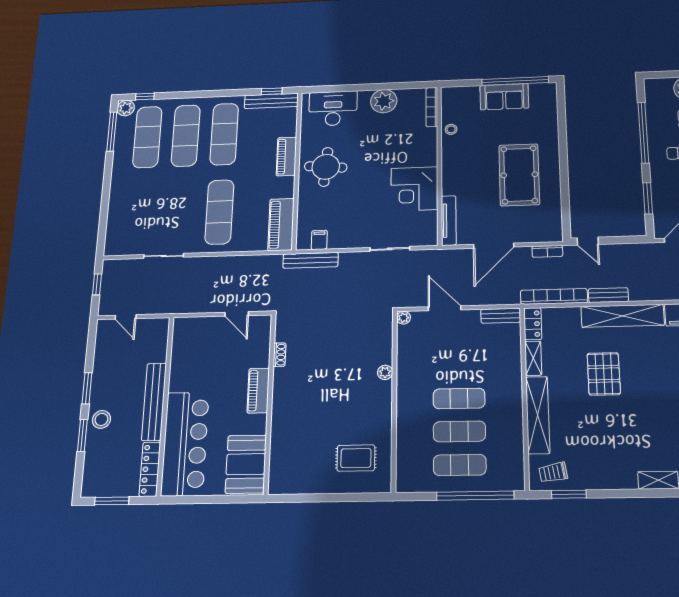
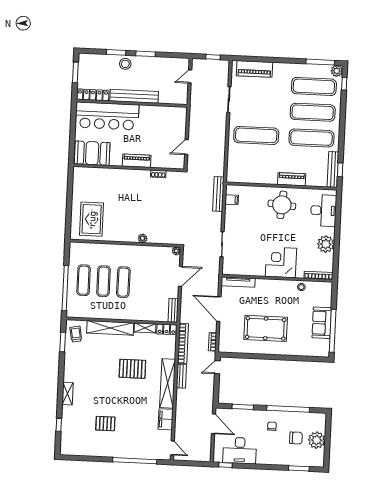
corner desk: (414, 189) -> (281, 262), moved
piano: (281, 225) -> (254, 69), moved, turned 180
rug: (356, 458) -> (92, 219), width x1.36, depth x1.43

